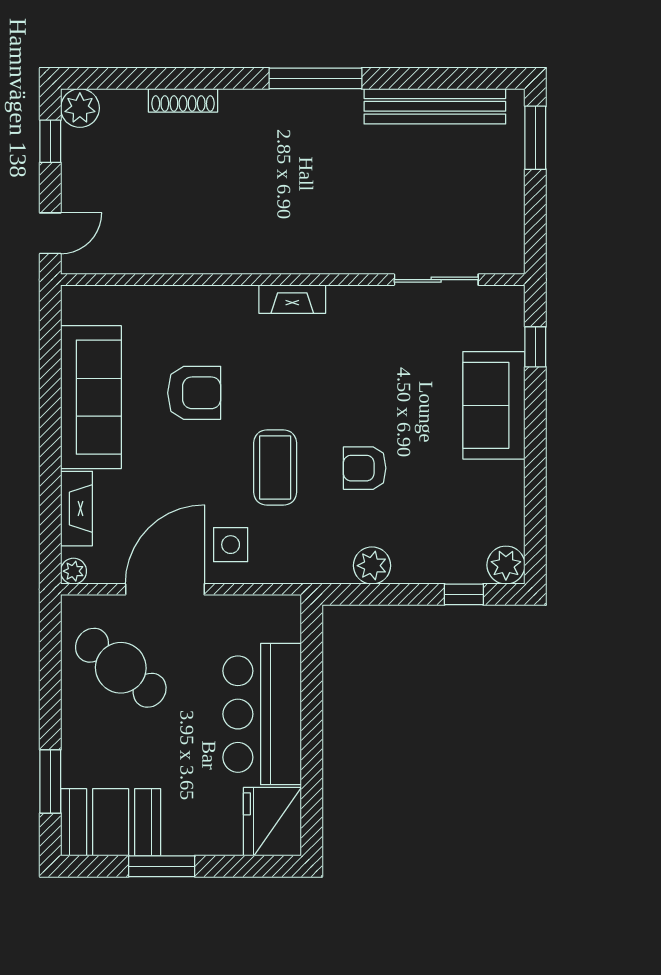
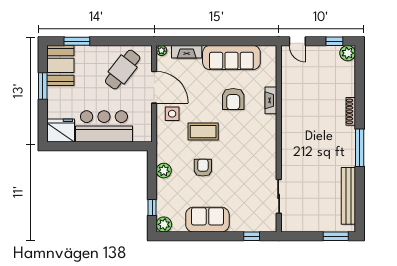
shoe rack: (183, 100) -> (351, 111), moved
fireplace: (292, 299) -> (271, 100), moved
sofa: (494, 405) -> (207, 220), moved

